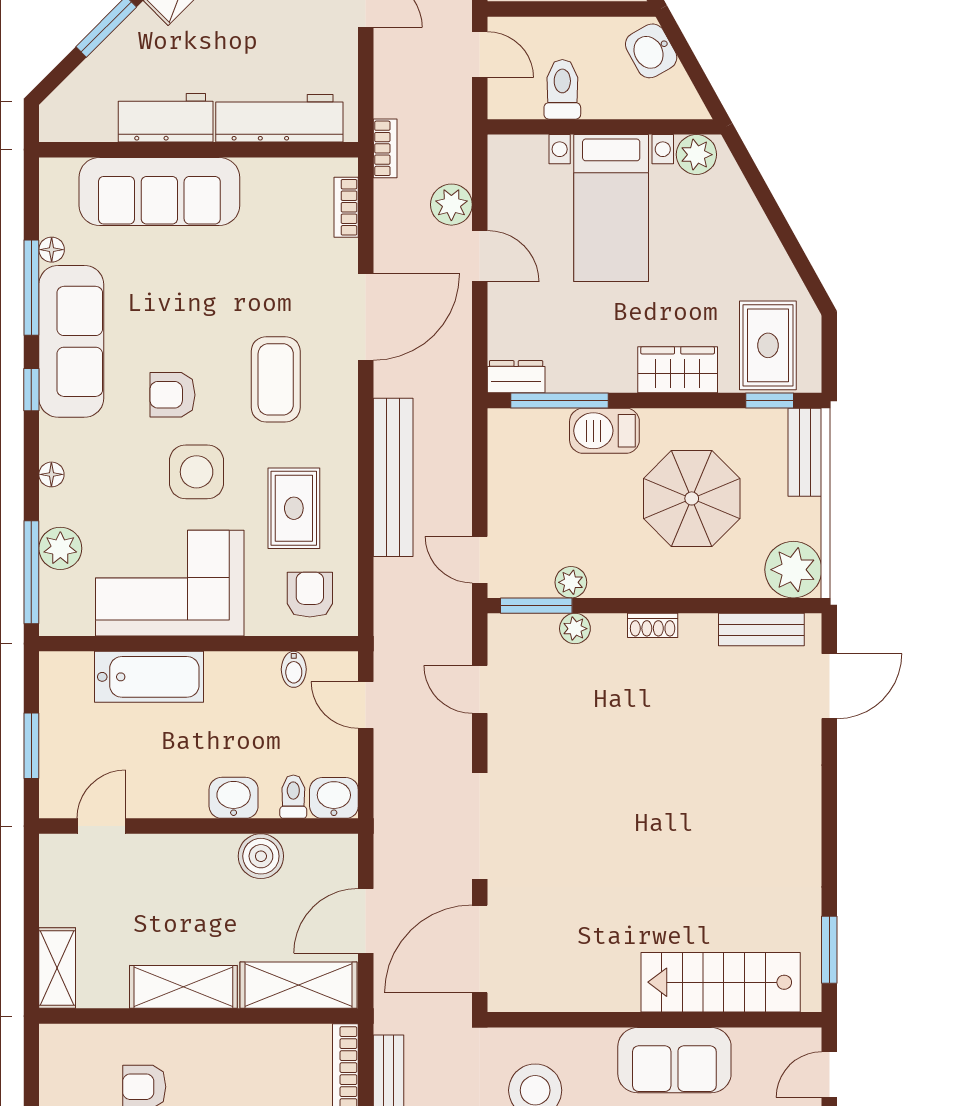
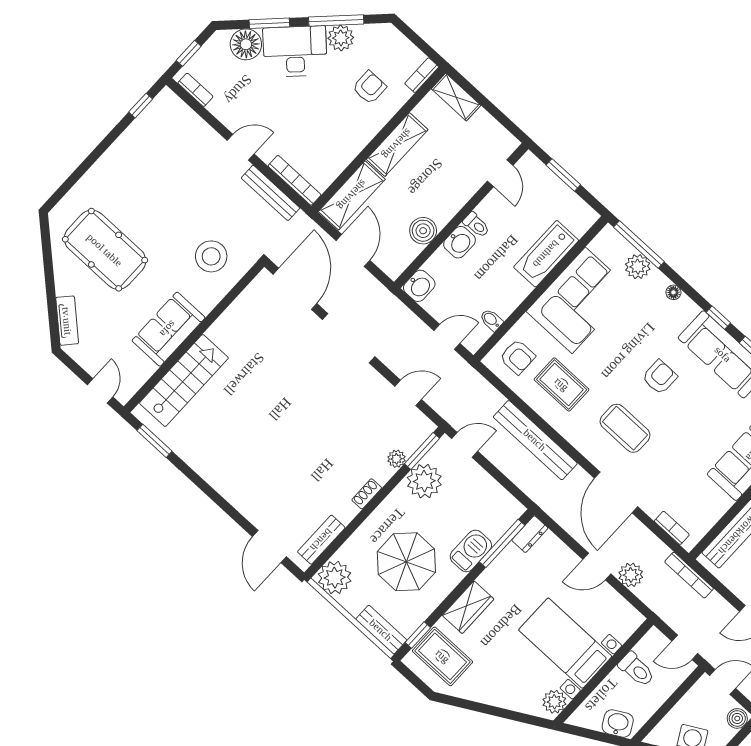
bookcase: (385, 148) -> (689, 575), width x1.56
side table: (197, 472) -> (616, 357), removed
plant: (571, 582) -> (424, 481), width x1.88, depth x1.88
toilet: (293, 797) -> (476, 225), moved
bookcase: (69, 1036) -> (422, 75), added

